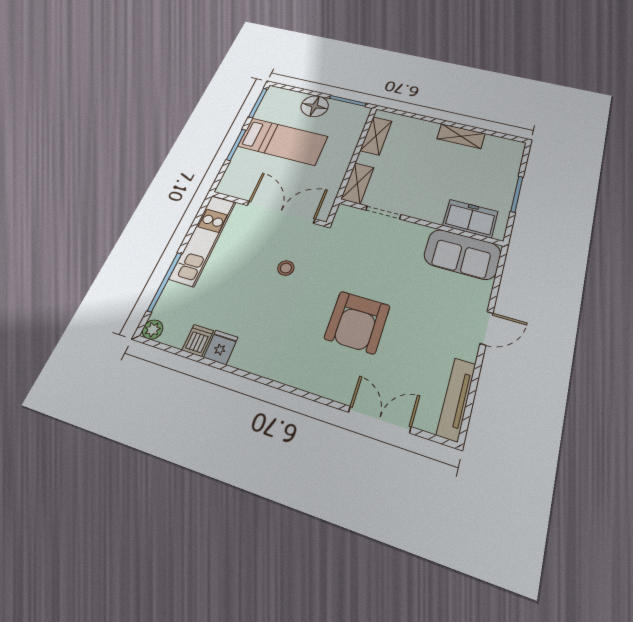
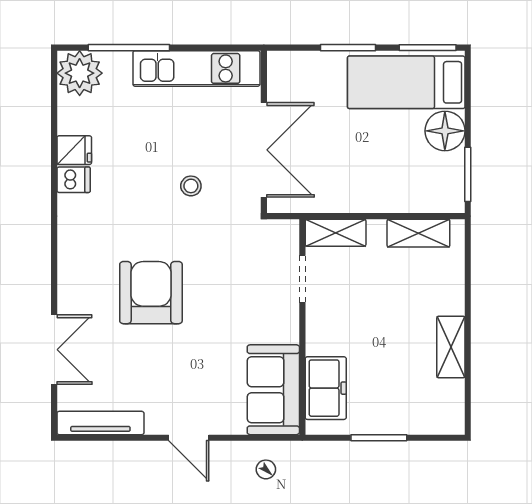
bed: (283, 141) -> (406, 82), moved, turned 90
armchair: (357, 322) -> (151, 293), turned 90
plant: (153, 330) -> (80, 73), width x1.87, depth x1.87
dishwasher: (198, 340) -> (74, 180), moved

